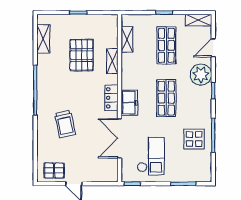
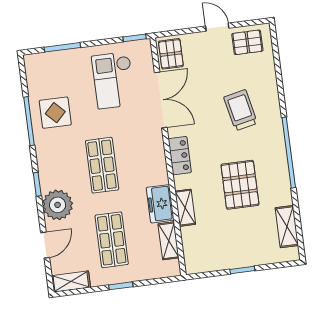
pallet: (82, 55) -> (240, 185), moved
freezer: (129, 103) -> (160, 204), moved
pallet: (108, 169) -> (171, 54), added

